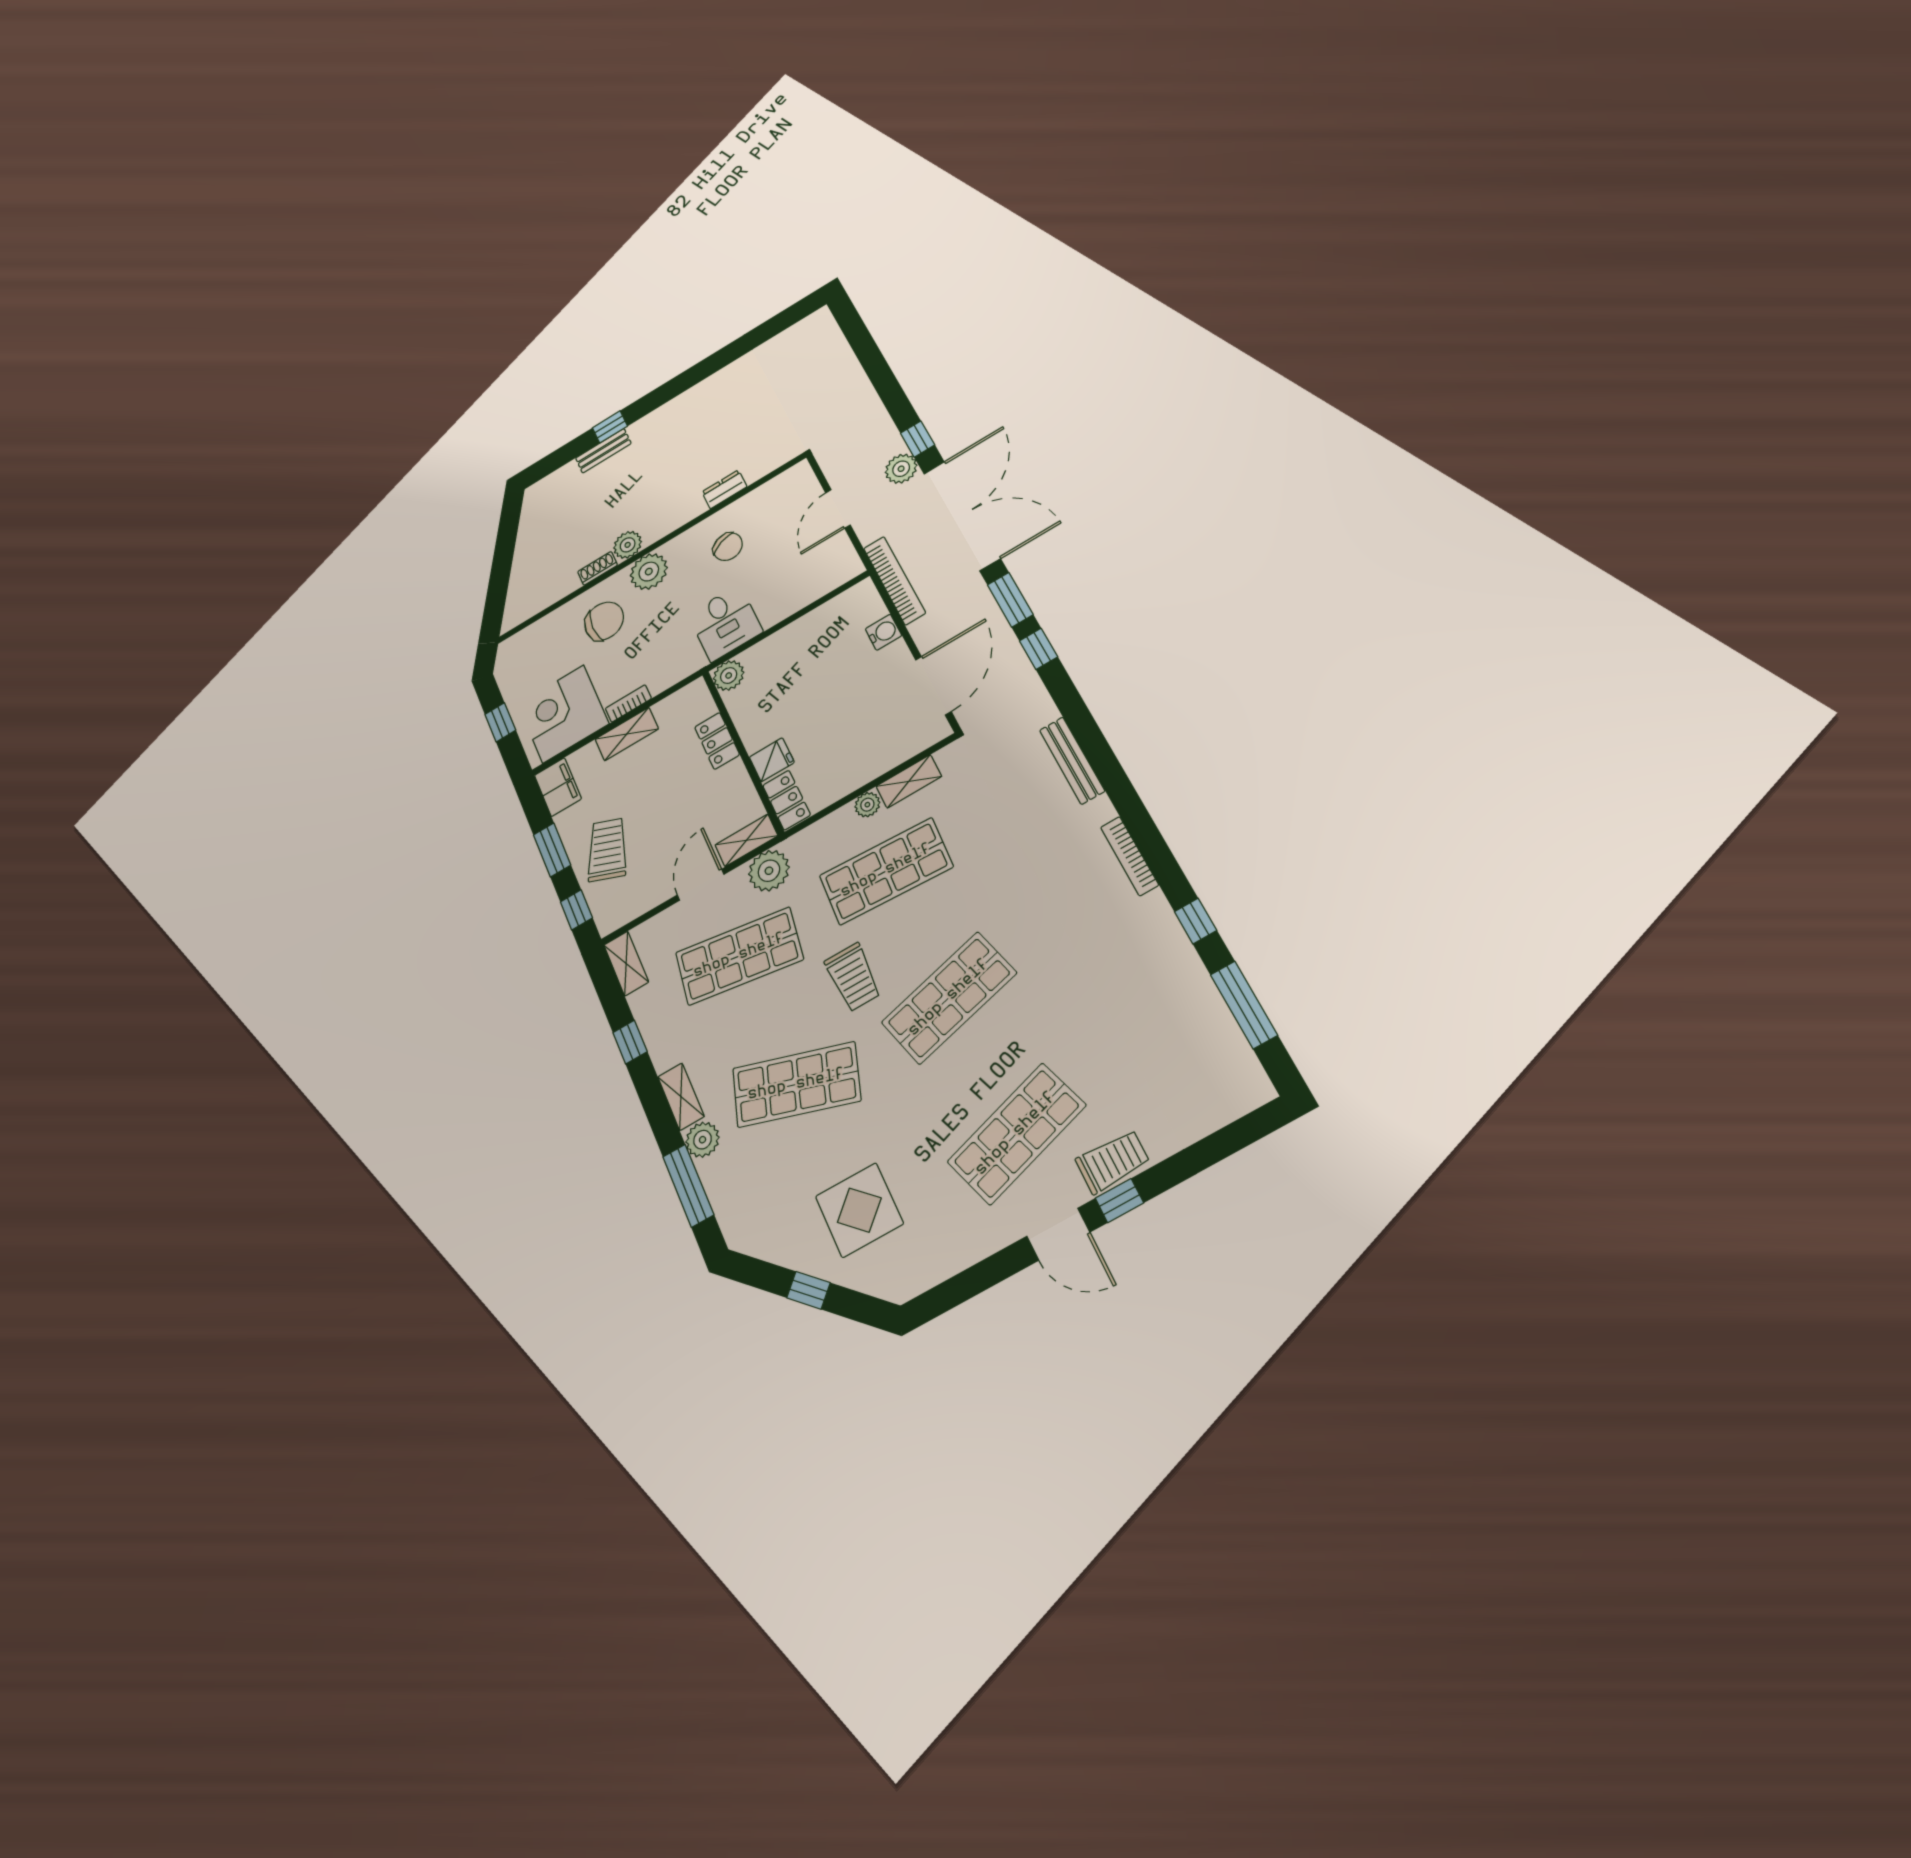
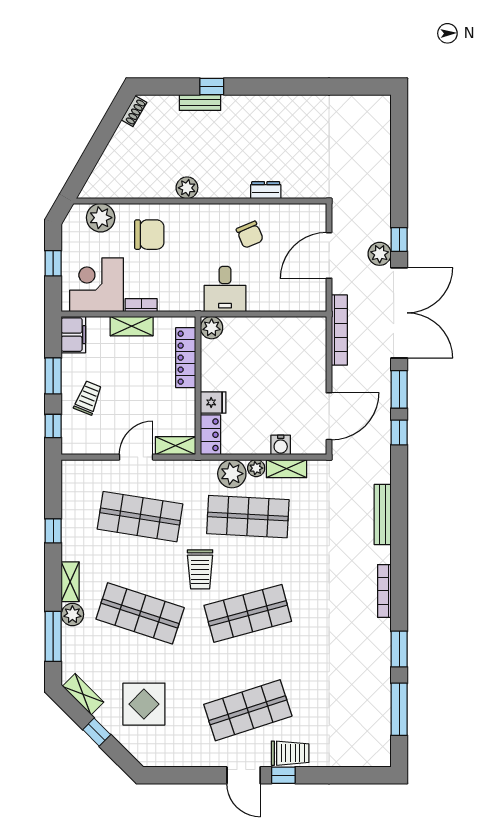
door: (838, 509) -> (329, 255), width x1.36
shoe rack: (598, 568) -> (134, 111), moved, turned 120
plant: (649, 572) -> (101, 218), moved
water cooler: (883, 632) -> (281, 445), moved, turned 90
locker: (717, 741) -> (186, 358), width x1.53
trolley: (607, 850) -> (88, 398), width x0.73, depth x0.72
plant: (769, 871) -> (232, 474), moved
window: (1196, 921) -> (399, 649), width x1.50
shelving: (626, 963) -> (83, 694), moved, turned -45

